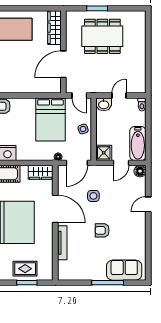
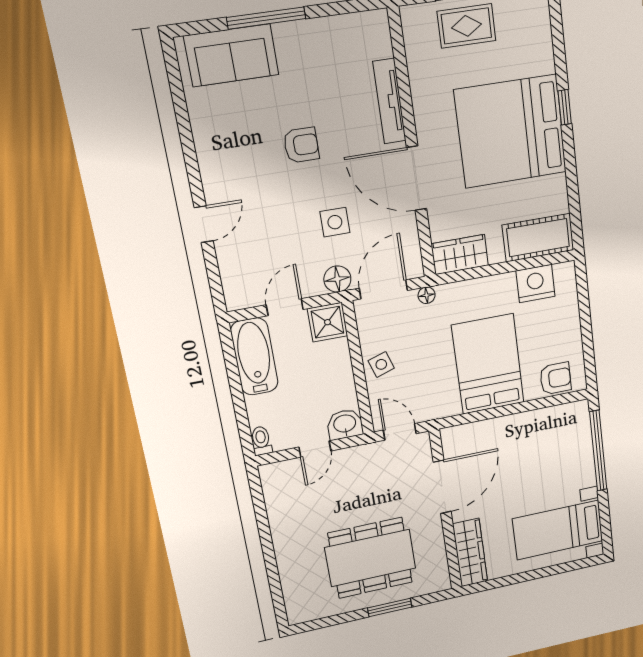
bed: (50, 120) -> (488, 364), moved
floor lamp: (140, 171) -> (337, 279), moved

